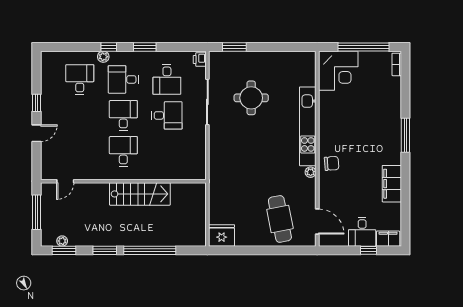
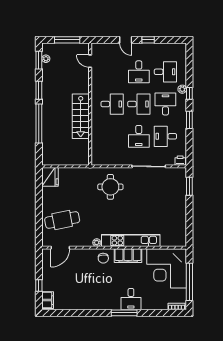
corner desk: (338, 71) -> (167, 268), width x1.36, depth x1.36
round table: (251, 98) -> (110, 187), moved
desk: (80, 115) -> (139, 72), added
filing cabinet: (392, 184) -> (128, 256), moved, turned 180
desk: (362, 232) -> (131, 299), moved, turned -90

